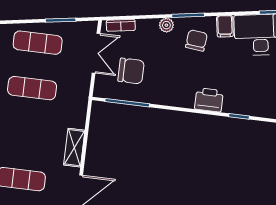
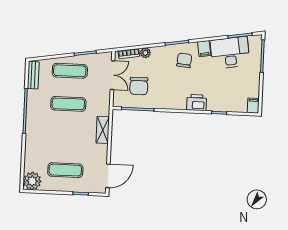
plant: (166, 25) -> (145, 53), moved
chair: (131, 71) -> (139, 86), turned 90
shelving: (74, 148) -> (103, 130), moved

